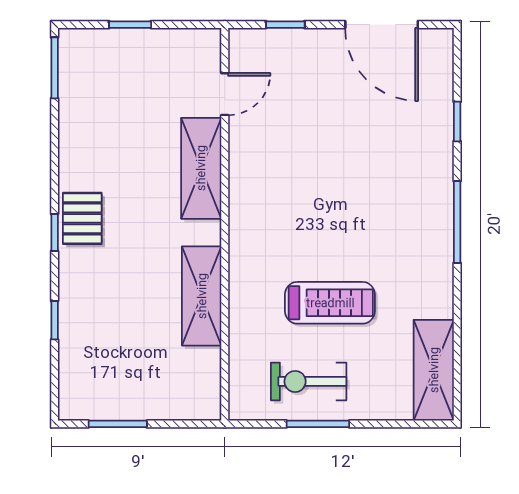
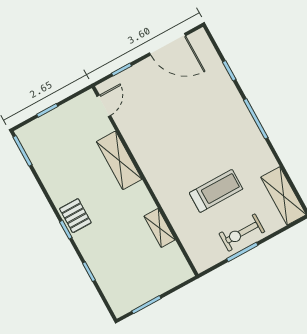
door: (225, 94) -> (104, 106), moved
shelving: (202, 296) -> (160, 228), width x0.67, depth x0.75
exercise bike: (309, 381) -> (242, 233), moved

